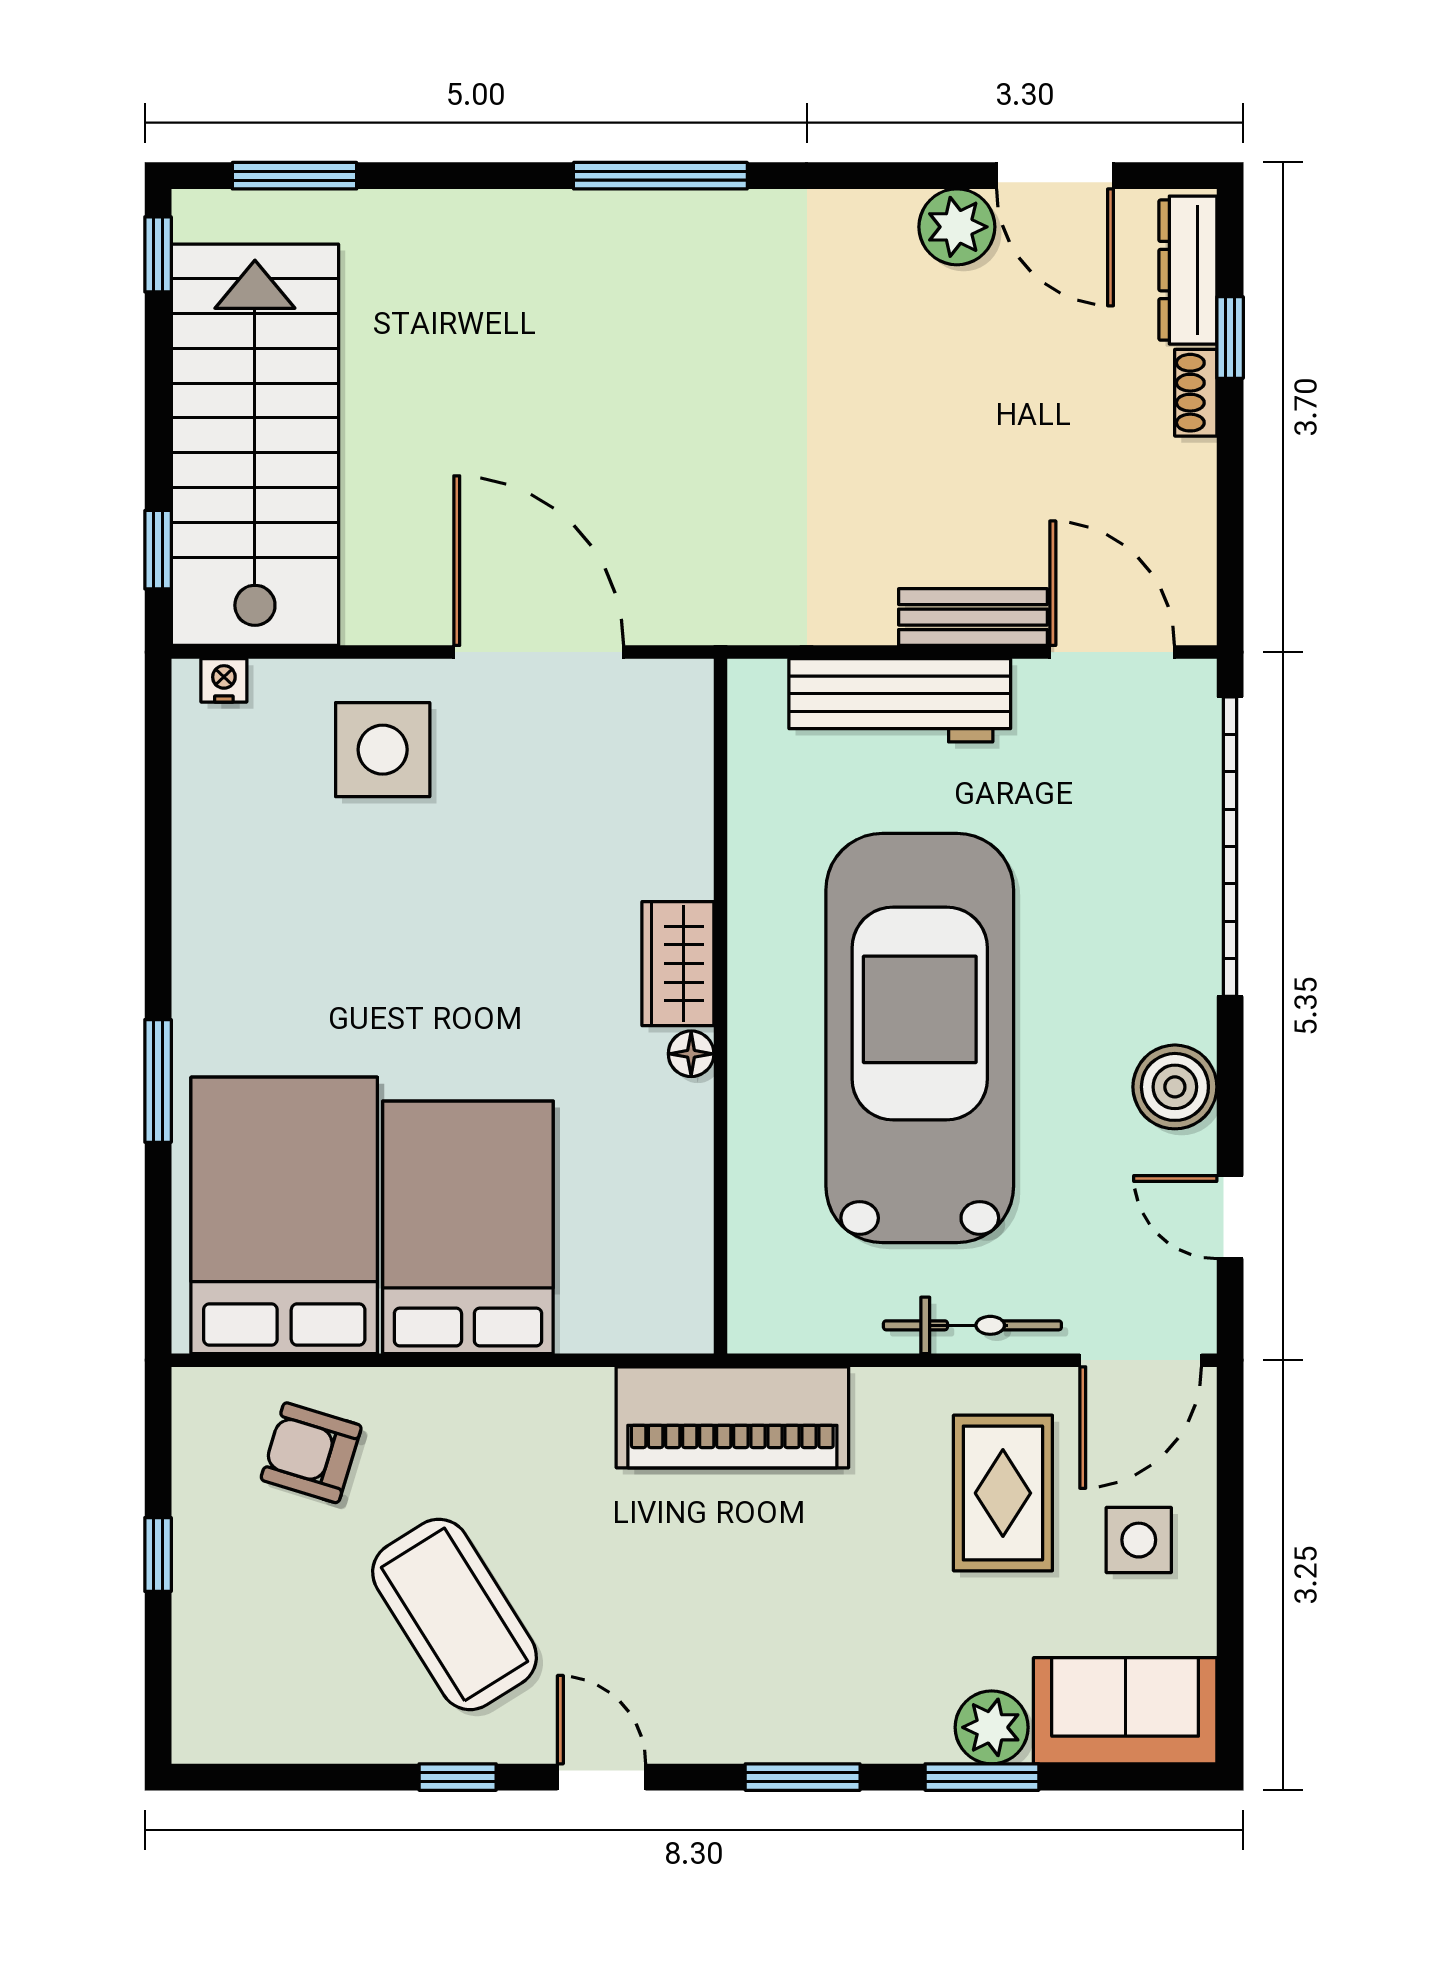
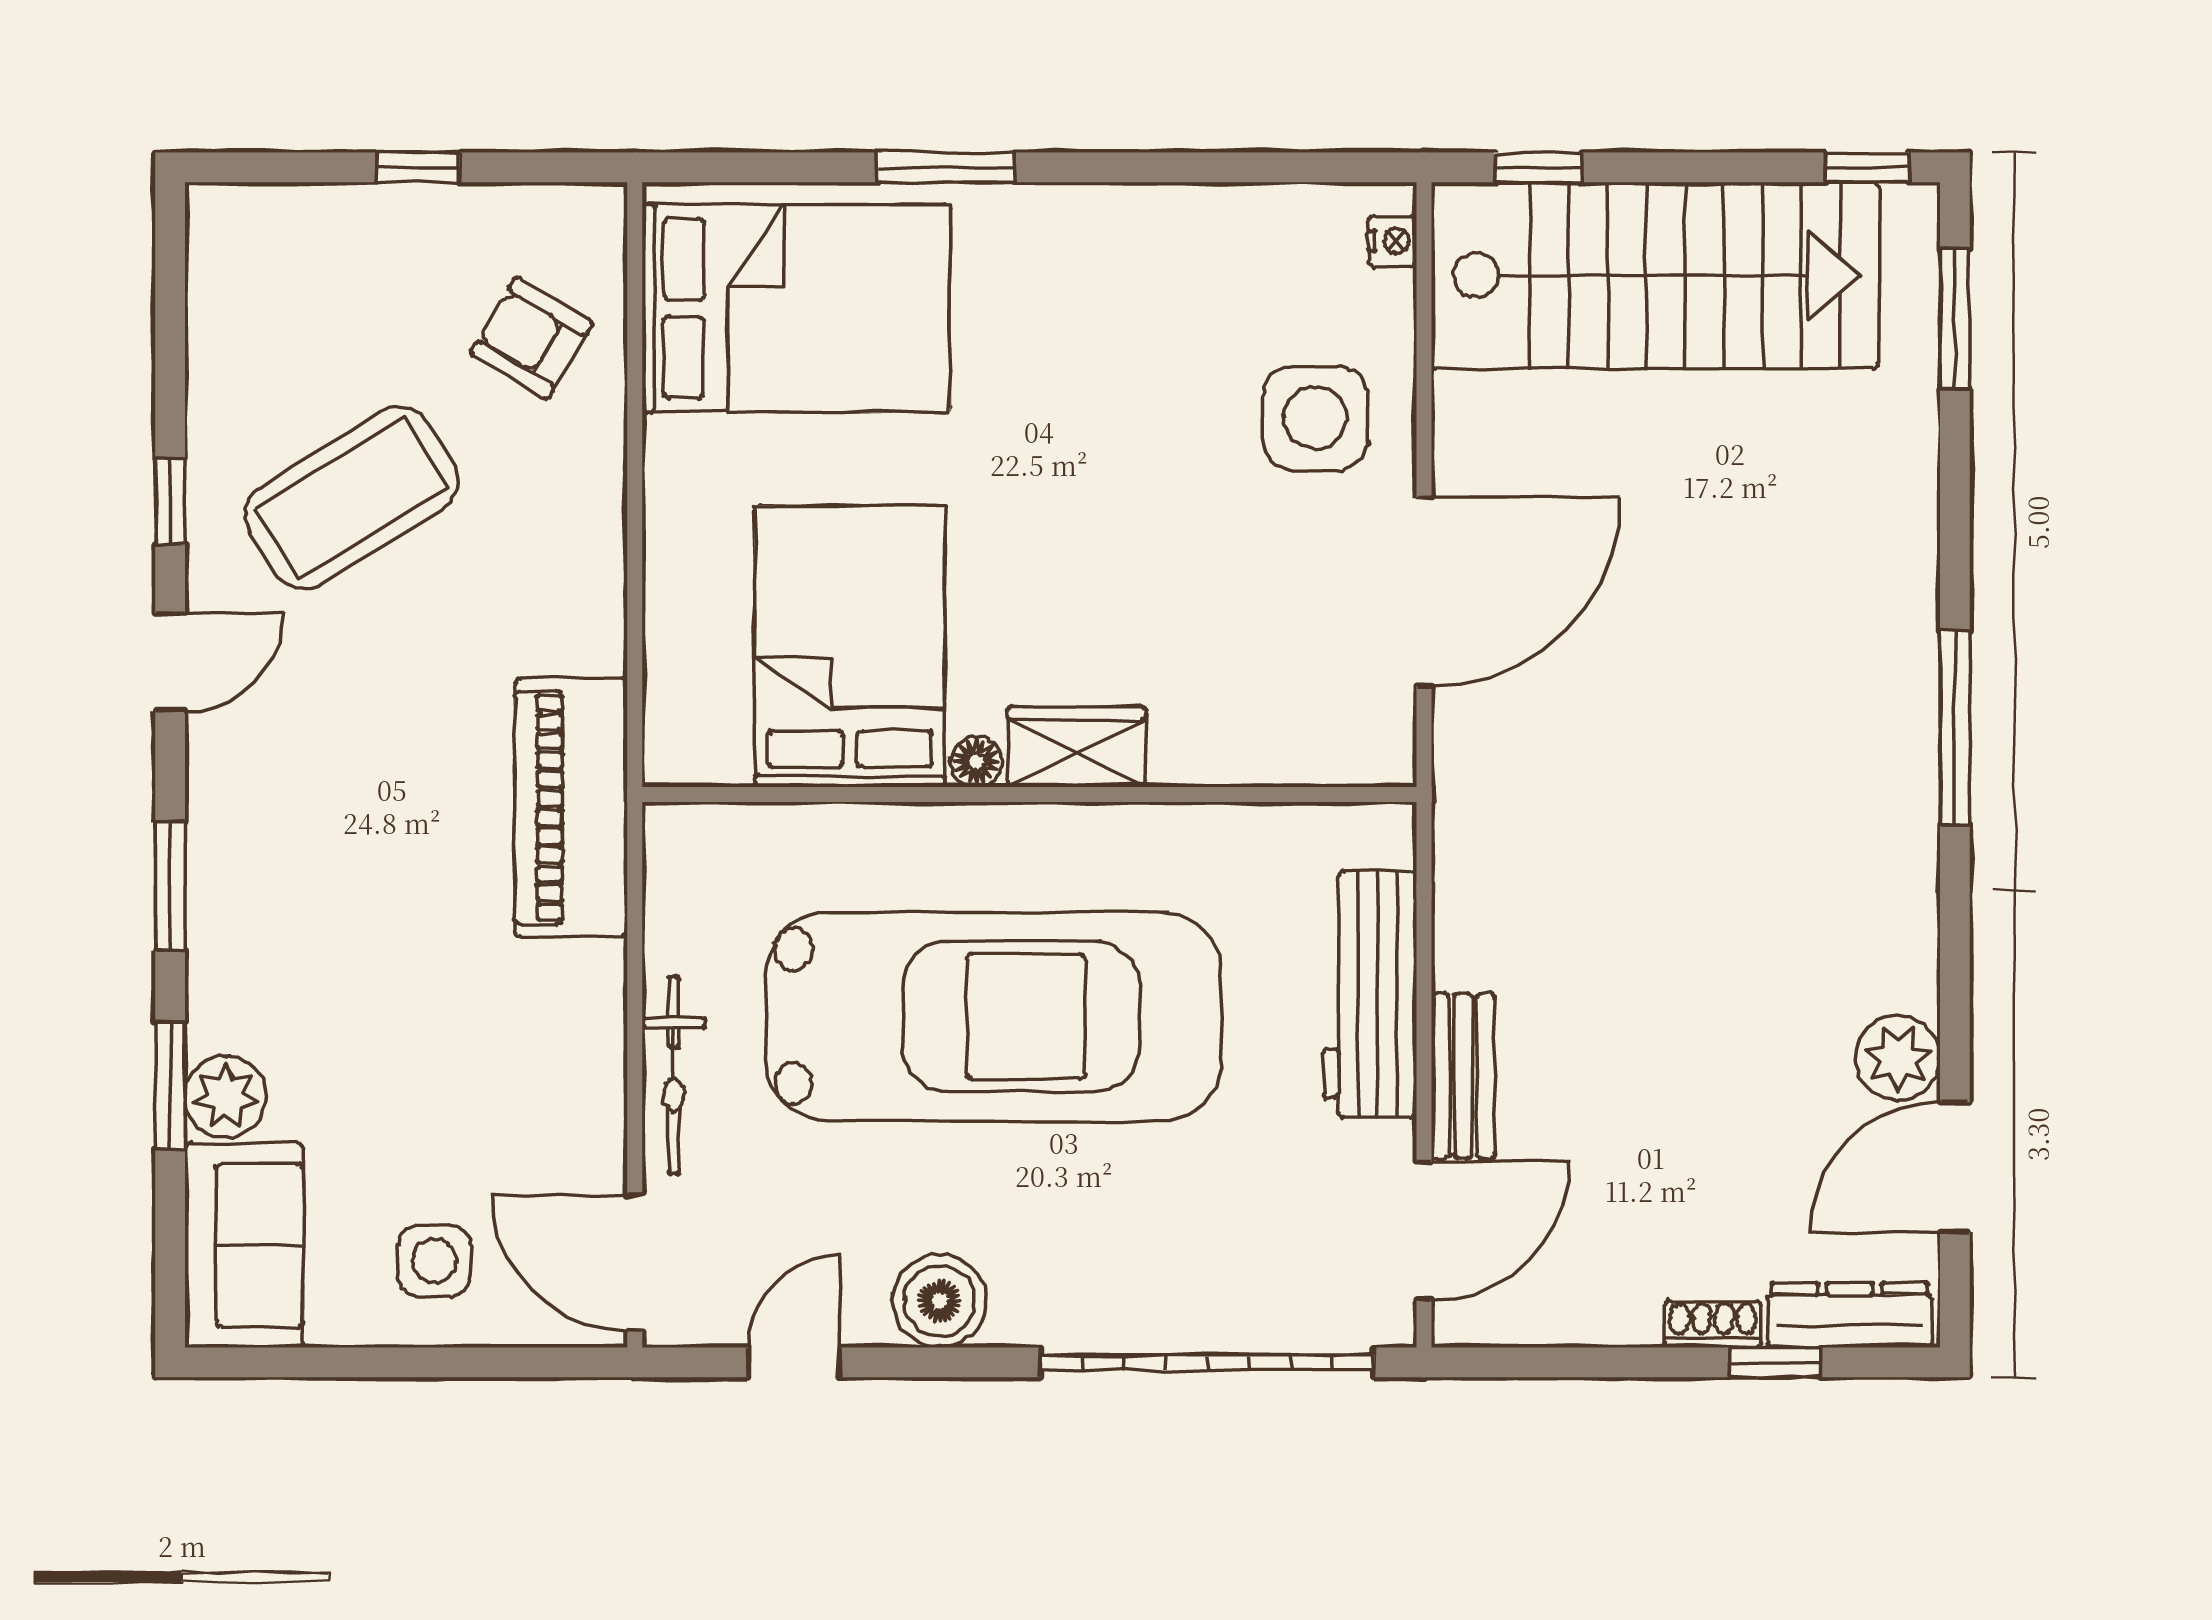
bed: (468, 1227) -> (850, 646), moved, turned -90
armchair: (311, 1453) -> (532, 338), turned -76
rug: (1003, 1493) -> (487, 1109), removed

